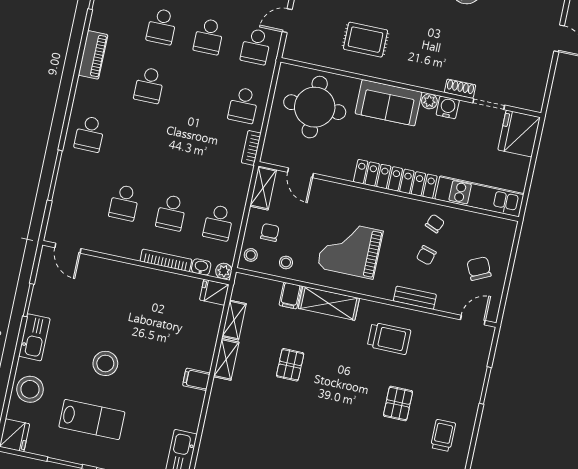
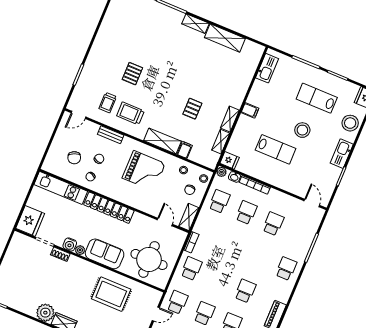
rug: (366, 40) -> (111, 294), width x1.36, depth x1.43
chair: (479, 269) -> (74, 158), moved
lab bench: (143, 324) -> (276, 149), added
trolley: (443, 435) -> (108, 103), moved

